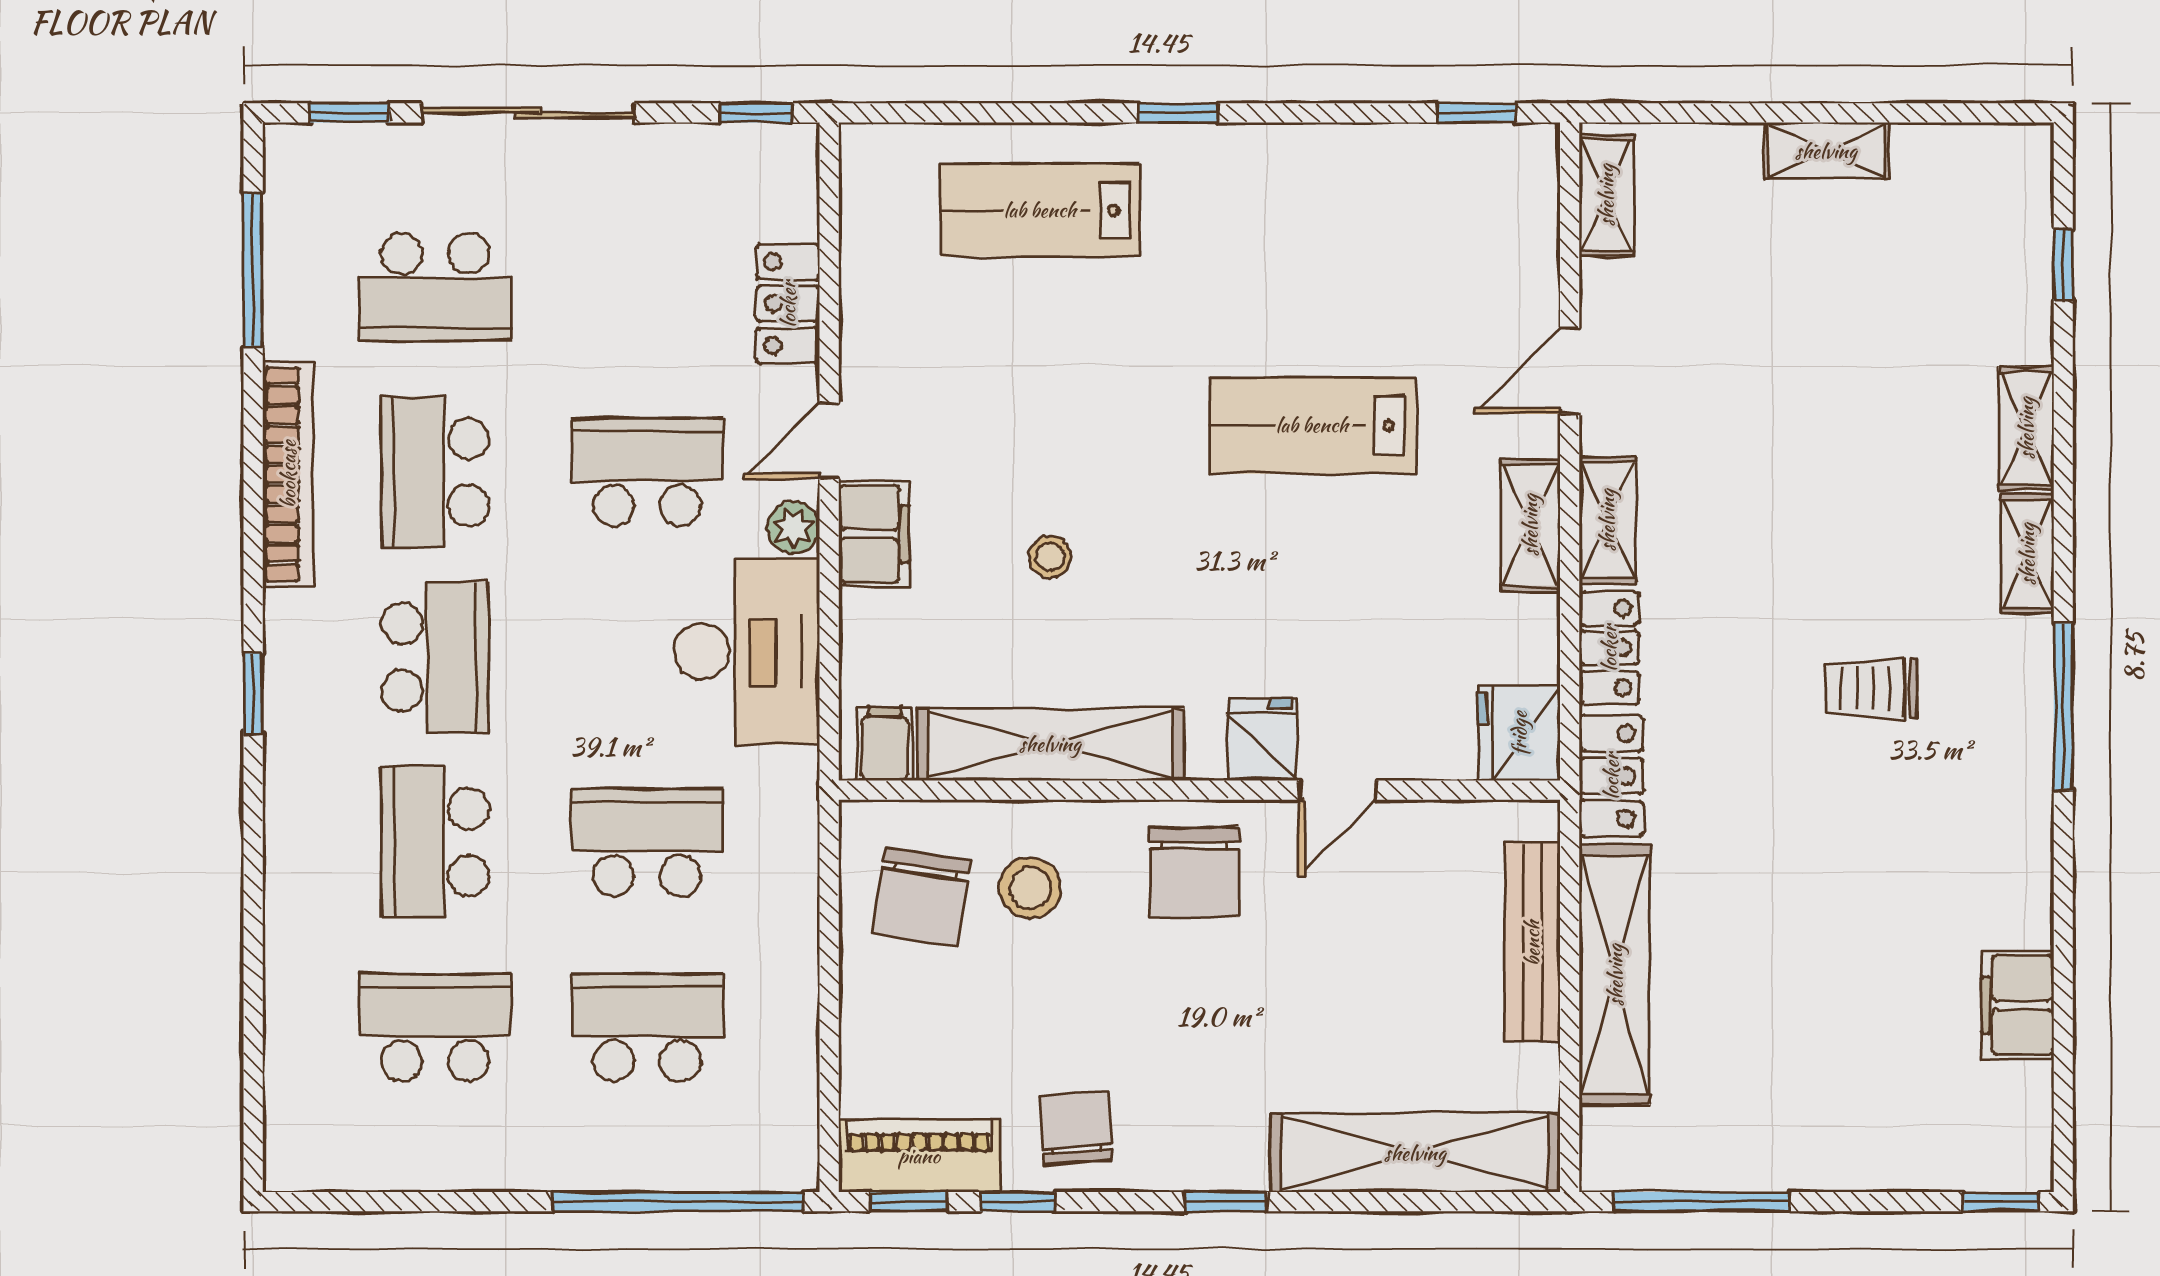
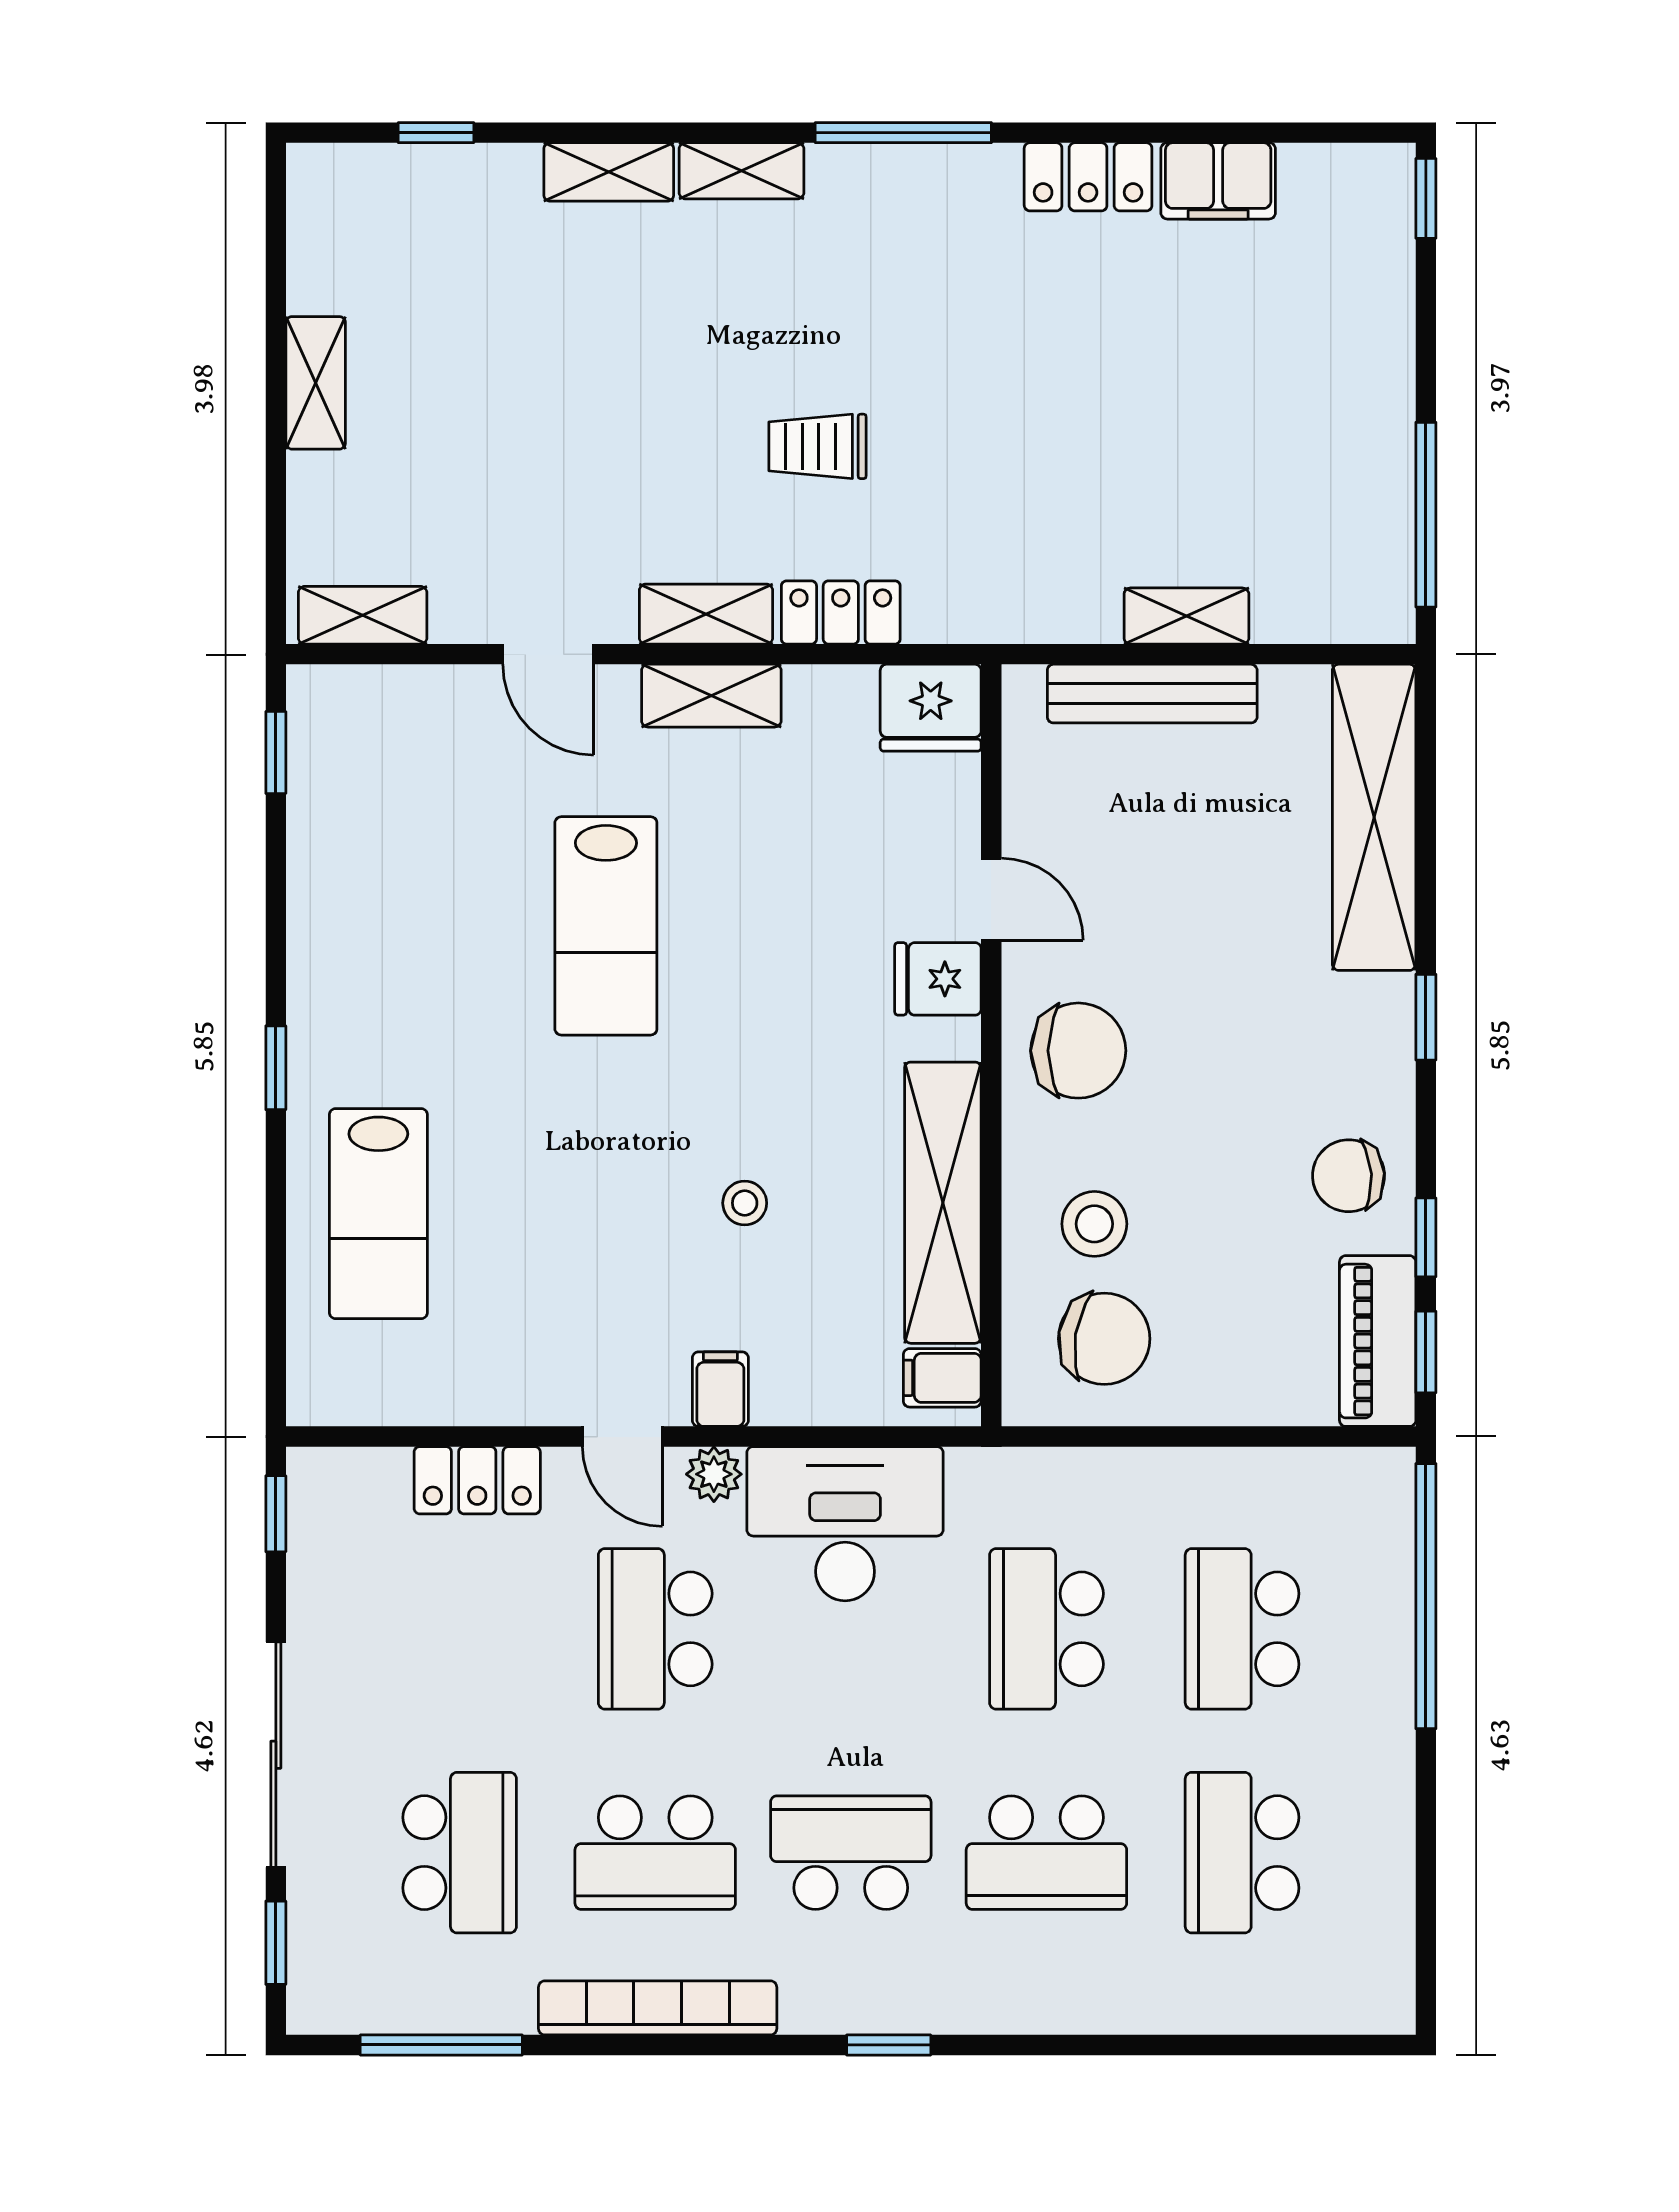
filing cabinet: (874, 534) -> (720, 1389), width x0.50
trolley: (1871, 688) -> (817, 446), moved, turned 90
locker: (1611, 776) -> (1088, 177), moved, turned 180
shelving: (1615, 975) -> (1186, 616), width x0.45, depth x0.75

